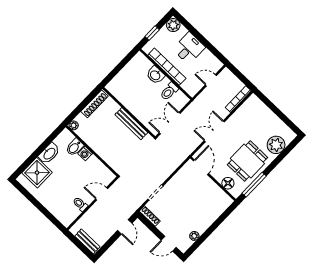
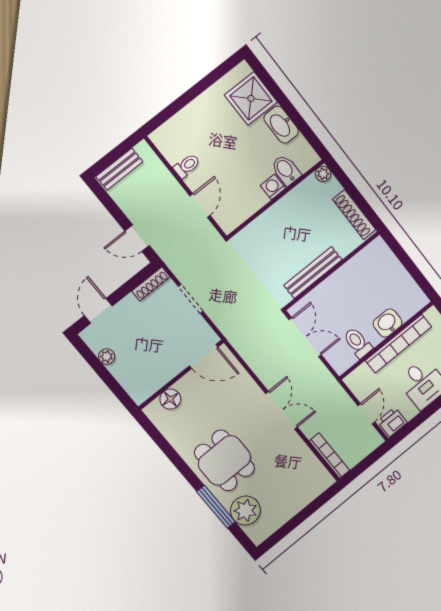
printer: (214, 64) -> (392, 422), added
door: (201, 167) -> (204, 356), moved
wall: (213, 179) -> (181, 375), moved
floor lamp: (228, 183) -> (170, 399), moved
window: (254, 185) -> (216, 507), moved

